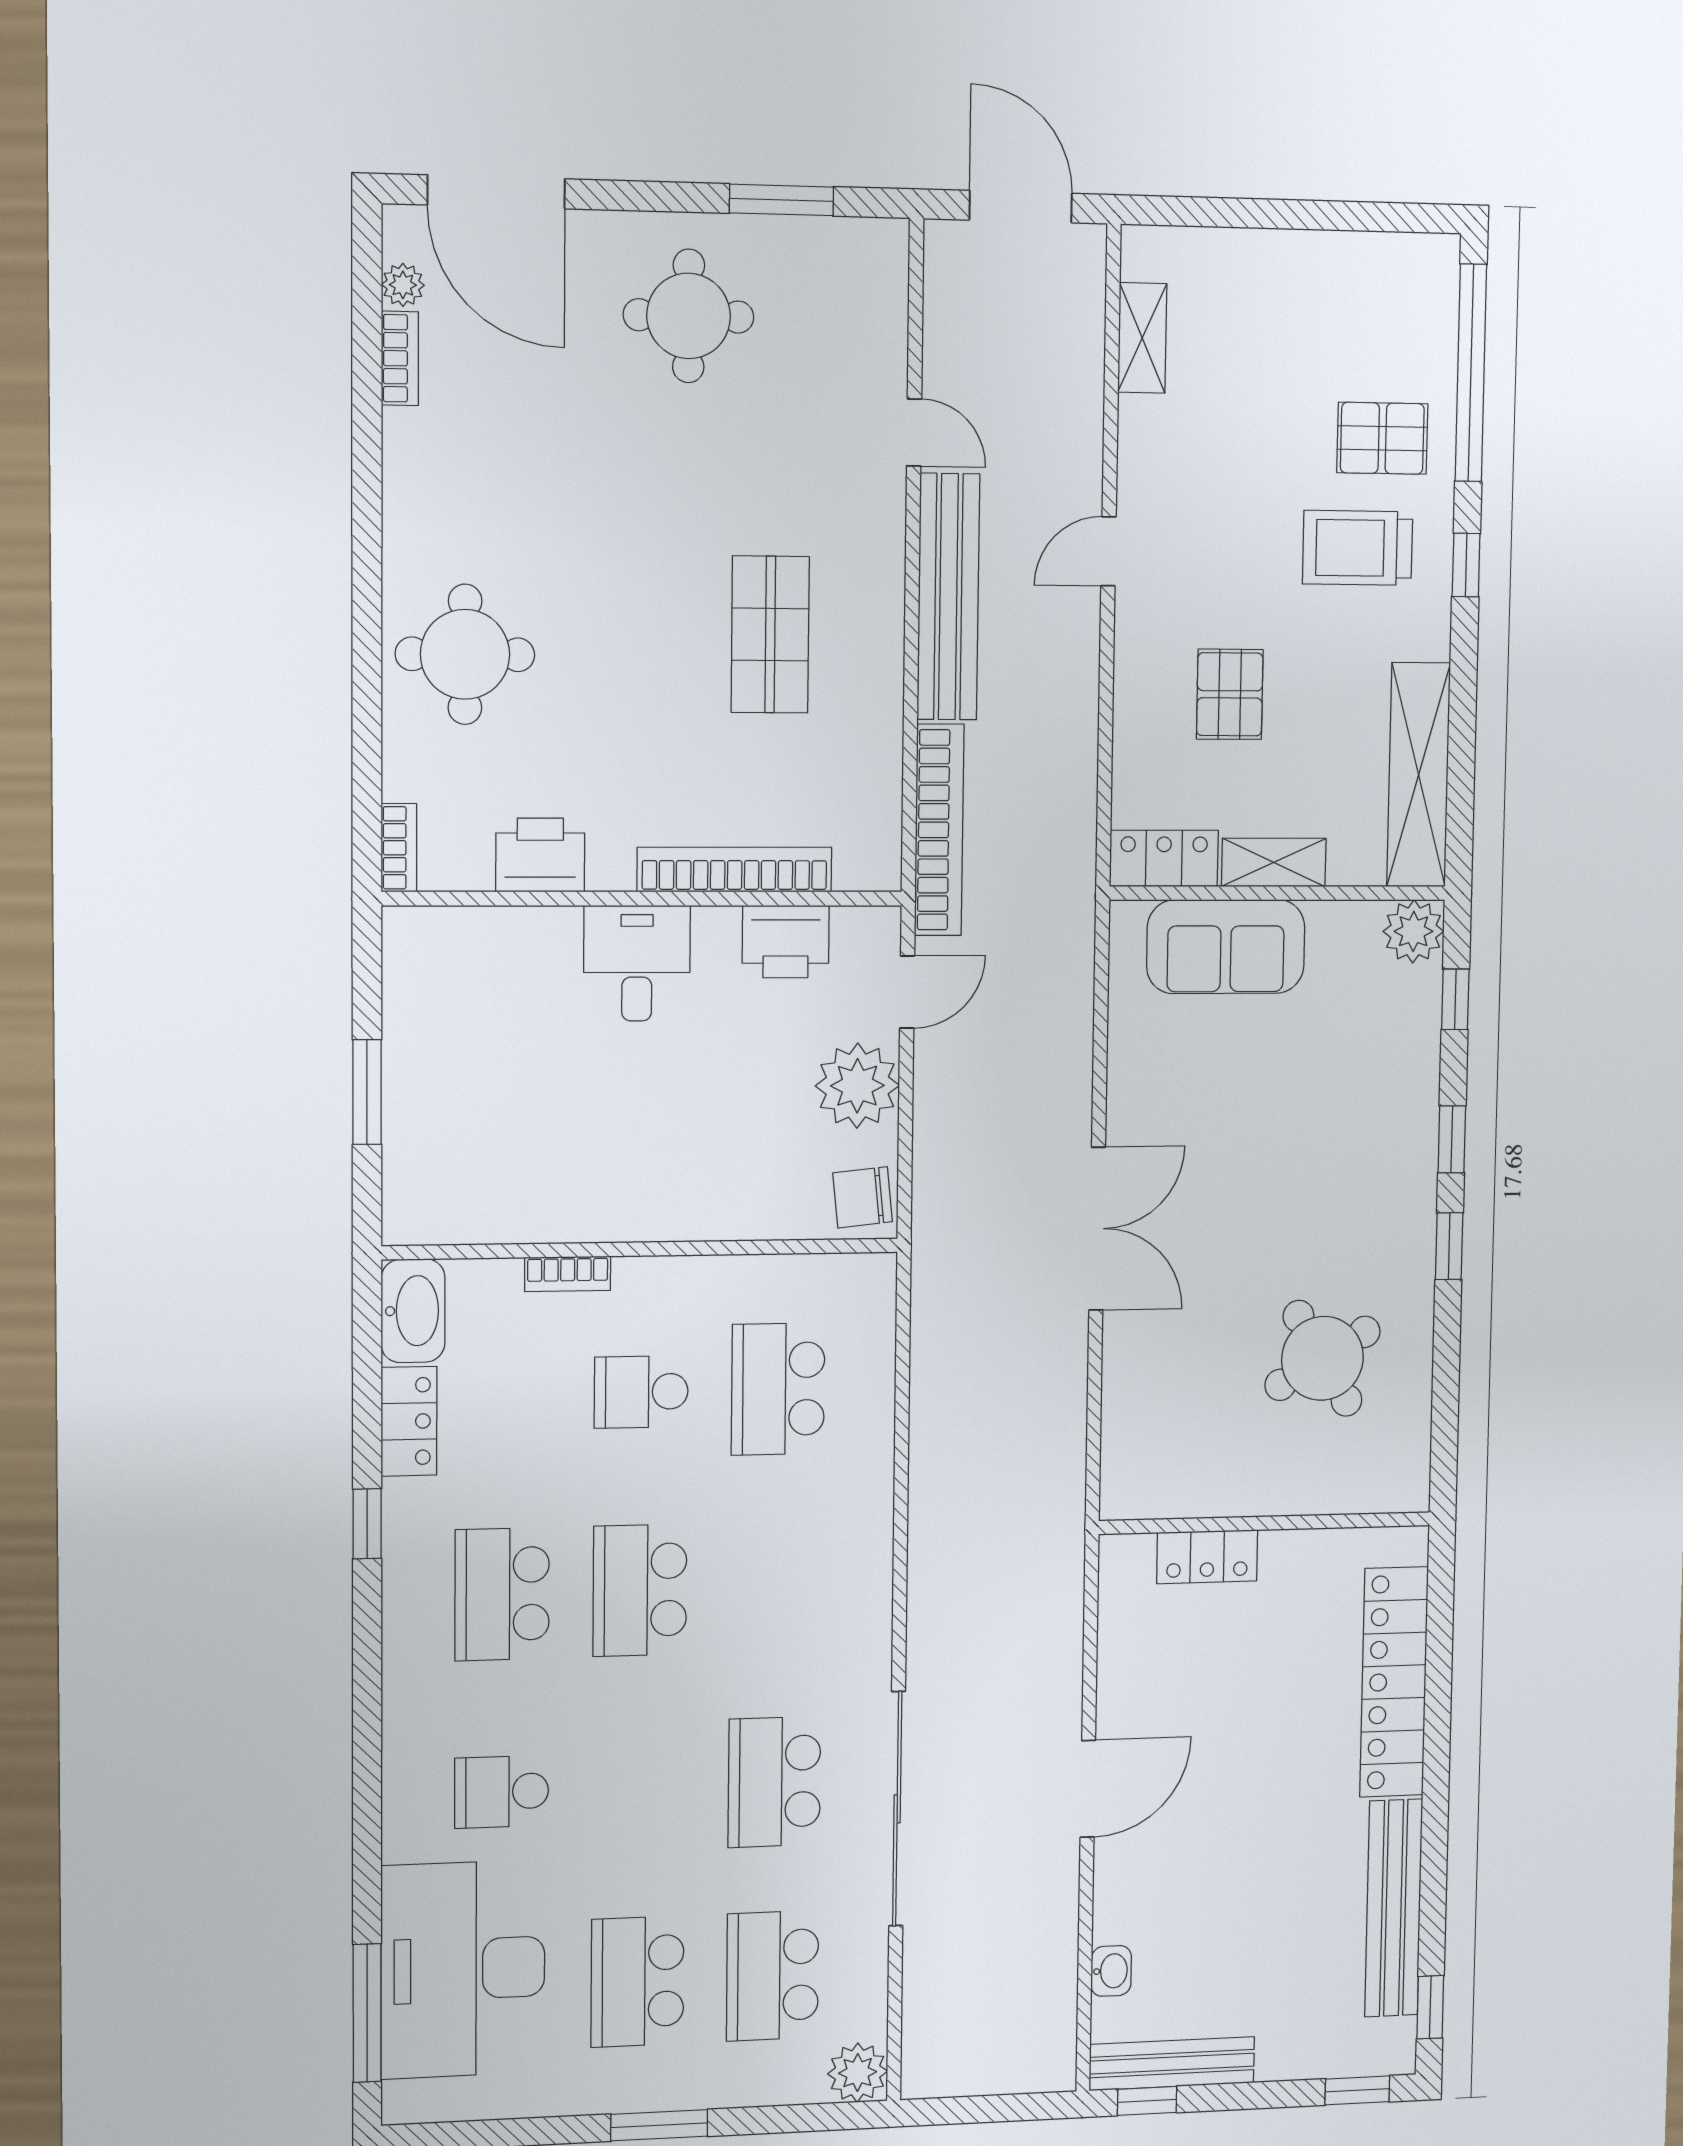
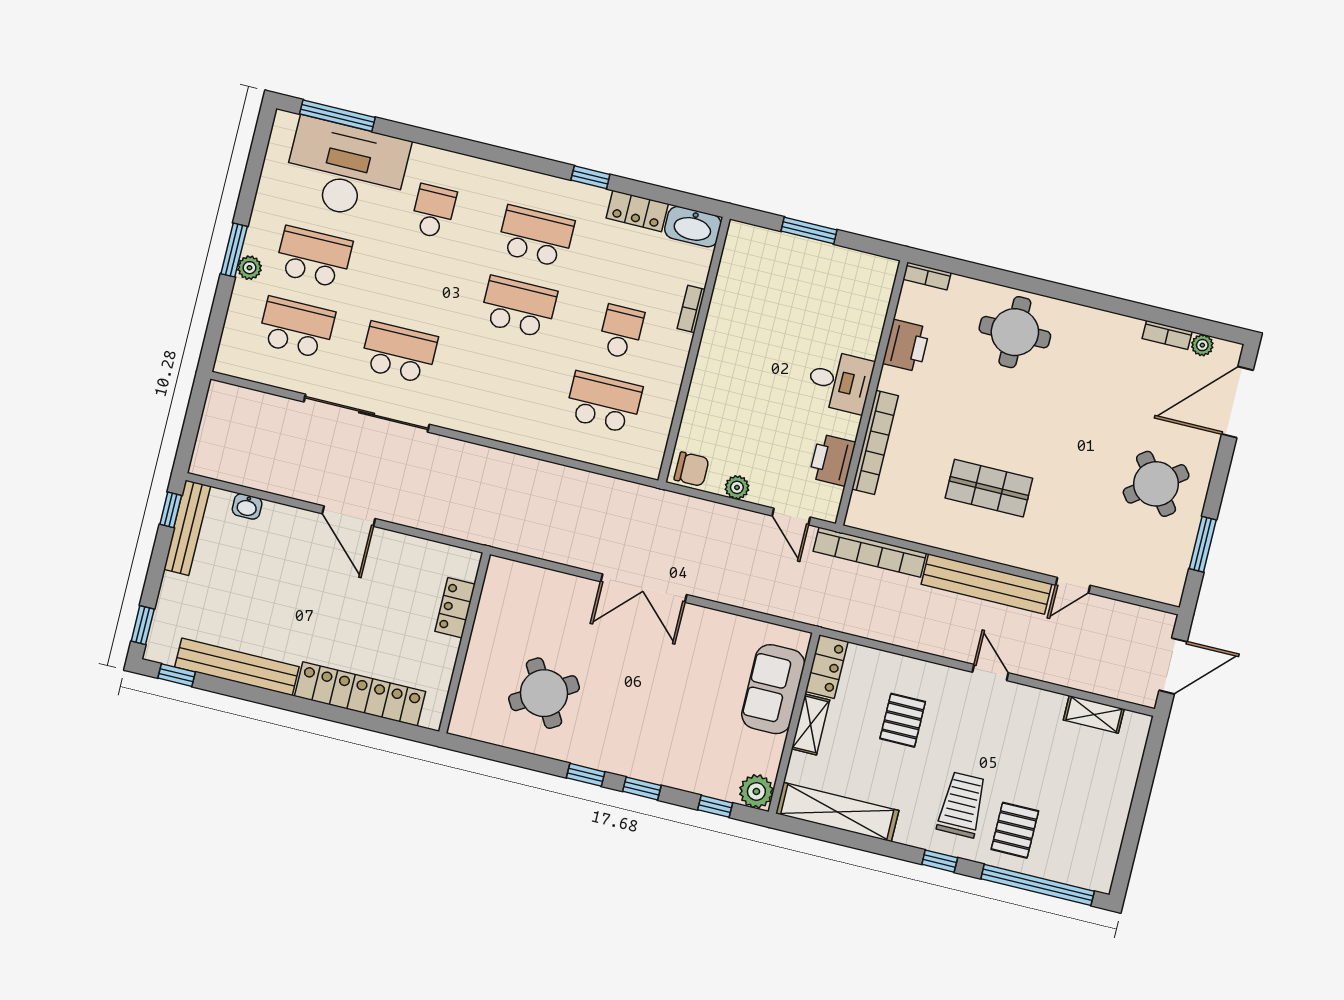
round table: (689, 316) -> (1156, 484), turned -37
pallet: (1230, 694) -> (903, 720), turned 90
plant: (857, 1086) -> (737, 487), width x0.53, depth x0.53
chair: (863, 1197) -> (692, 469), turned 96
plant: (858, 2073) -> (250, 268), moved, width x0.73, depth x0.73

